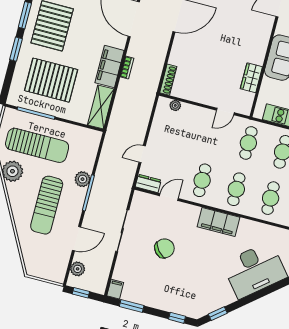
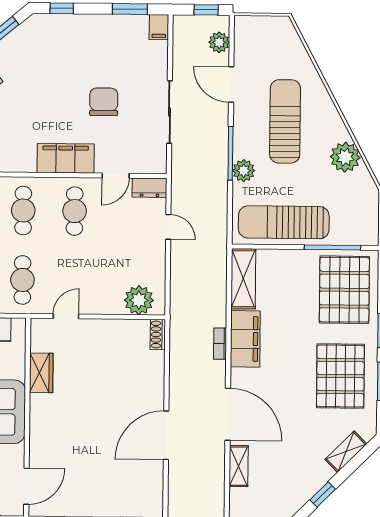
pallet: (51, 80) -> (344, 290), moved, turned 90
shoe rack: (168, 80) -> (158, 335), width x0.70
plant: (175, 105) -> (139, 300), width x1.88, depth x1.88
sun lounger: (37, 145) -> (284, 222), moved
door: (142, 154) -> (168, 227), hinge flipped
filing cabinet: (219, 222) -> (66, 158), moved
door: (76, 239) -> (231, 85), hinge flipped
chair: (164, 248) -> (104, 102), turned 131

